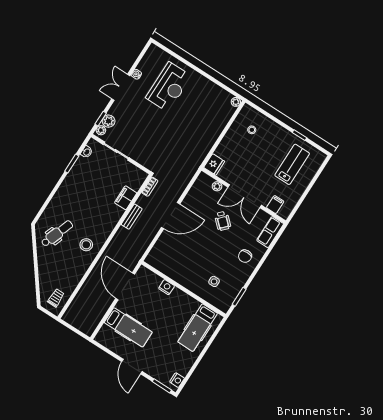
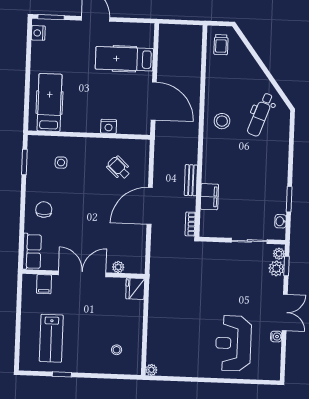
wheelchair: (223, 221) -> (119, 168), moved

